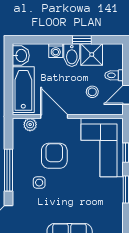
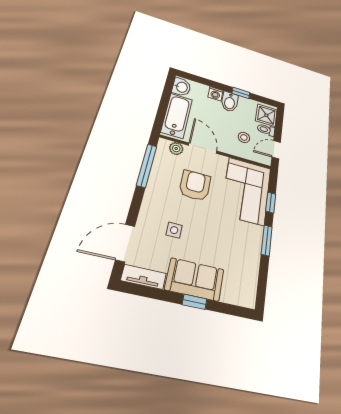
shower: (92, 55) -> (266, 115), moved
window: (9, 170) -> (147, 166), moved
side table: (39, 183) -> (174, 230), moved

